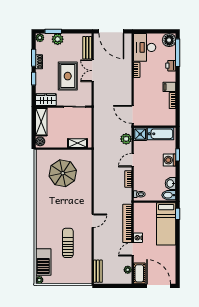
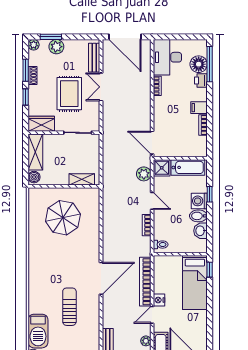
floor lamp: (169, 40) -> (199, 64), moved
door: (133, 160) -> (152, 201), swing flipped
bidet: (169, 195) -> (198, 216), moved
door: (93, 221) -> (101, 278), width x1.88

